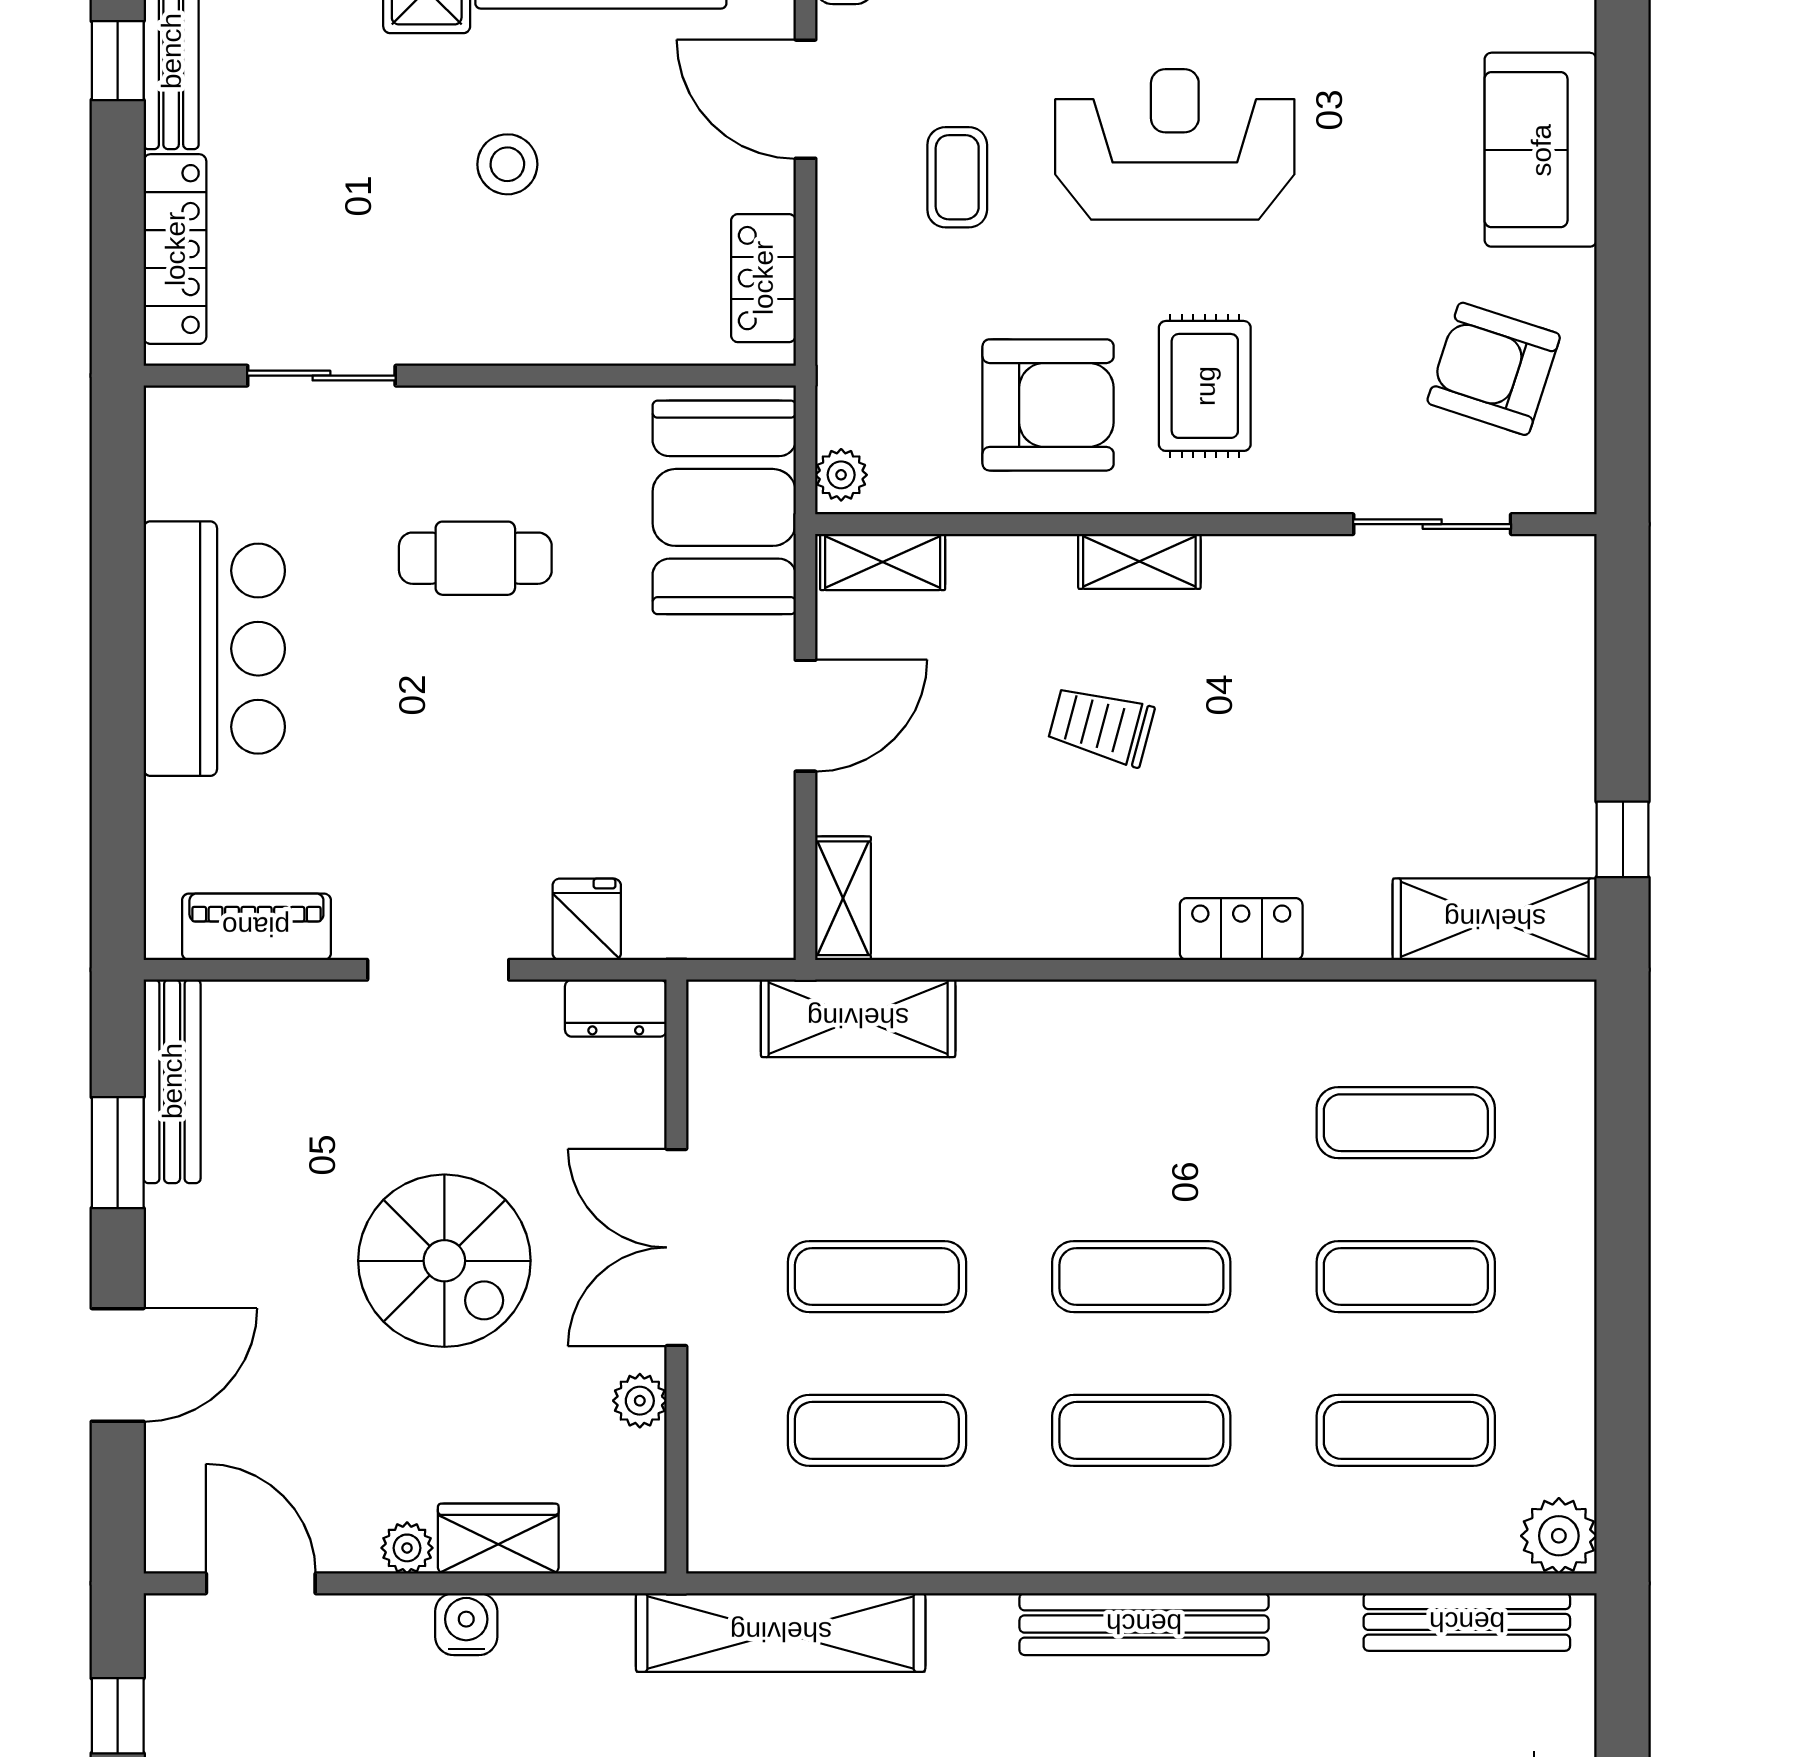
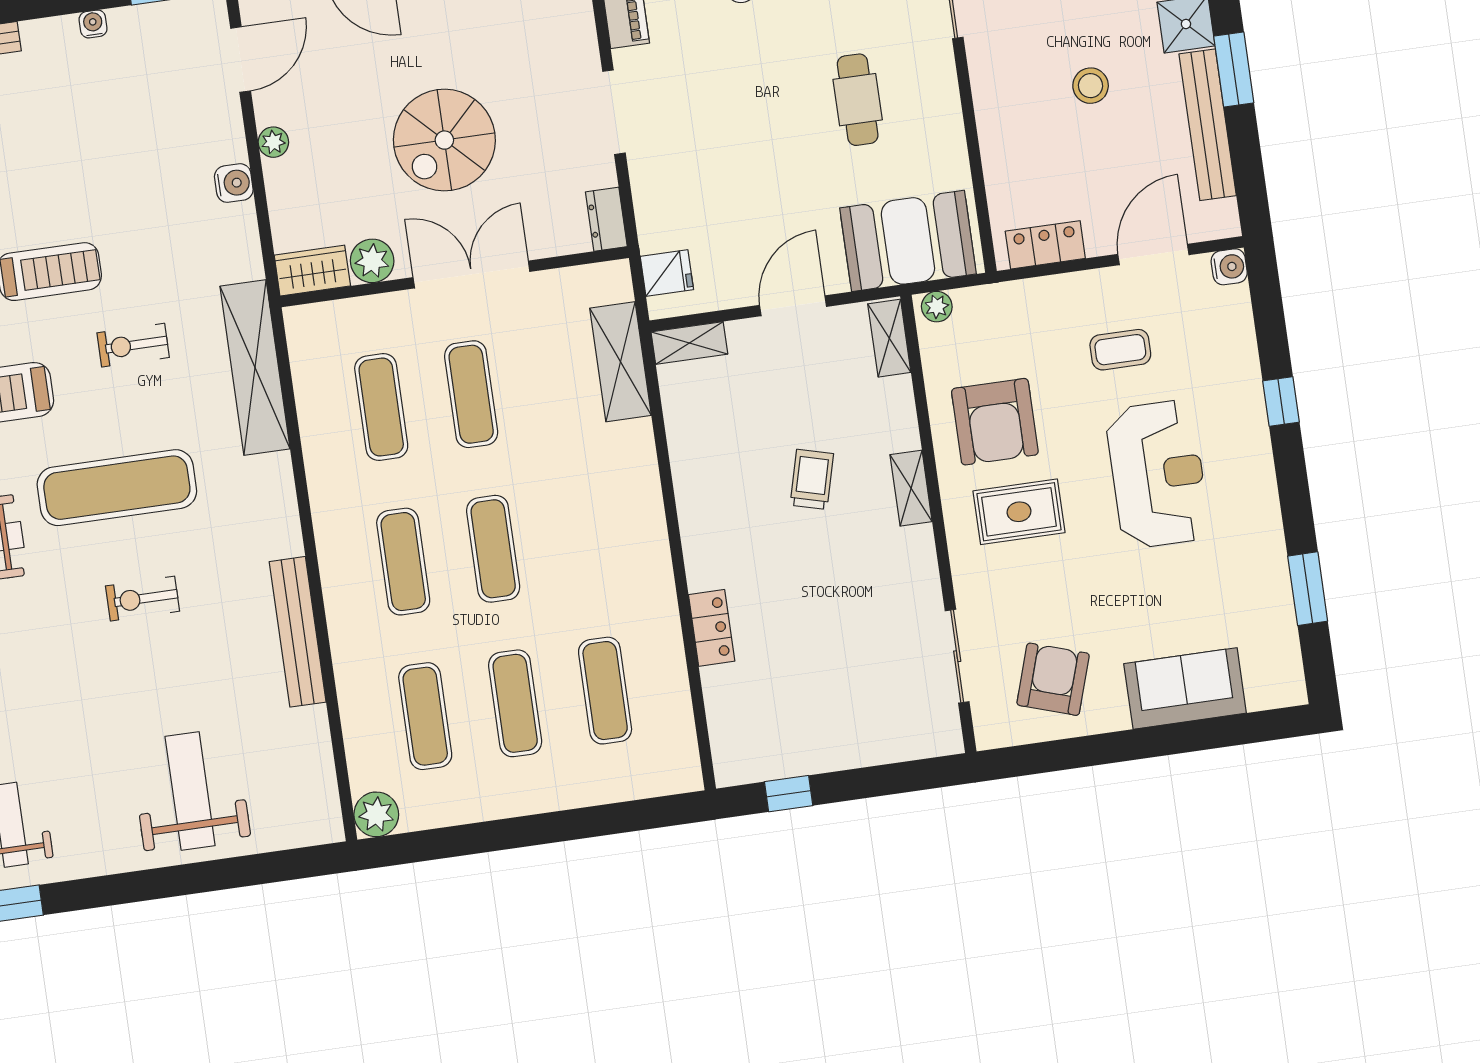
door: (806, 716) -> (793, 306), swing flipped
fridge: (587, 919) -> (667, 273), moved
shelving: (1495, 919) -> (731, 726), removed
locker: (1241, 929) -> (712, 628), moved
plant: (640, 1401) -> (372, 261), width x1.38, depth x1.38
wardrobe: (498, 1539) -> (312, 271), moved, turned -90
bench: (1467, 1622) -> (318, 768), removed
bench: (1144, 1624) -> (298, 632), moved

